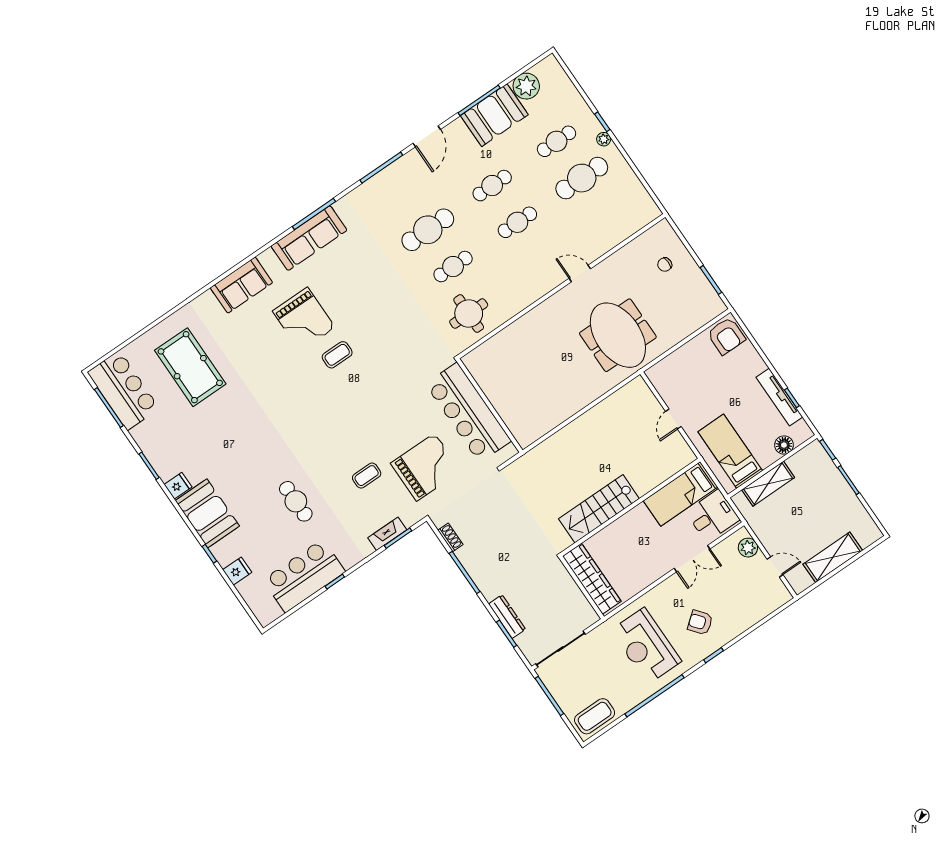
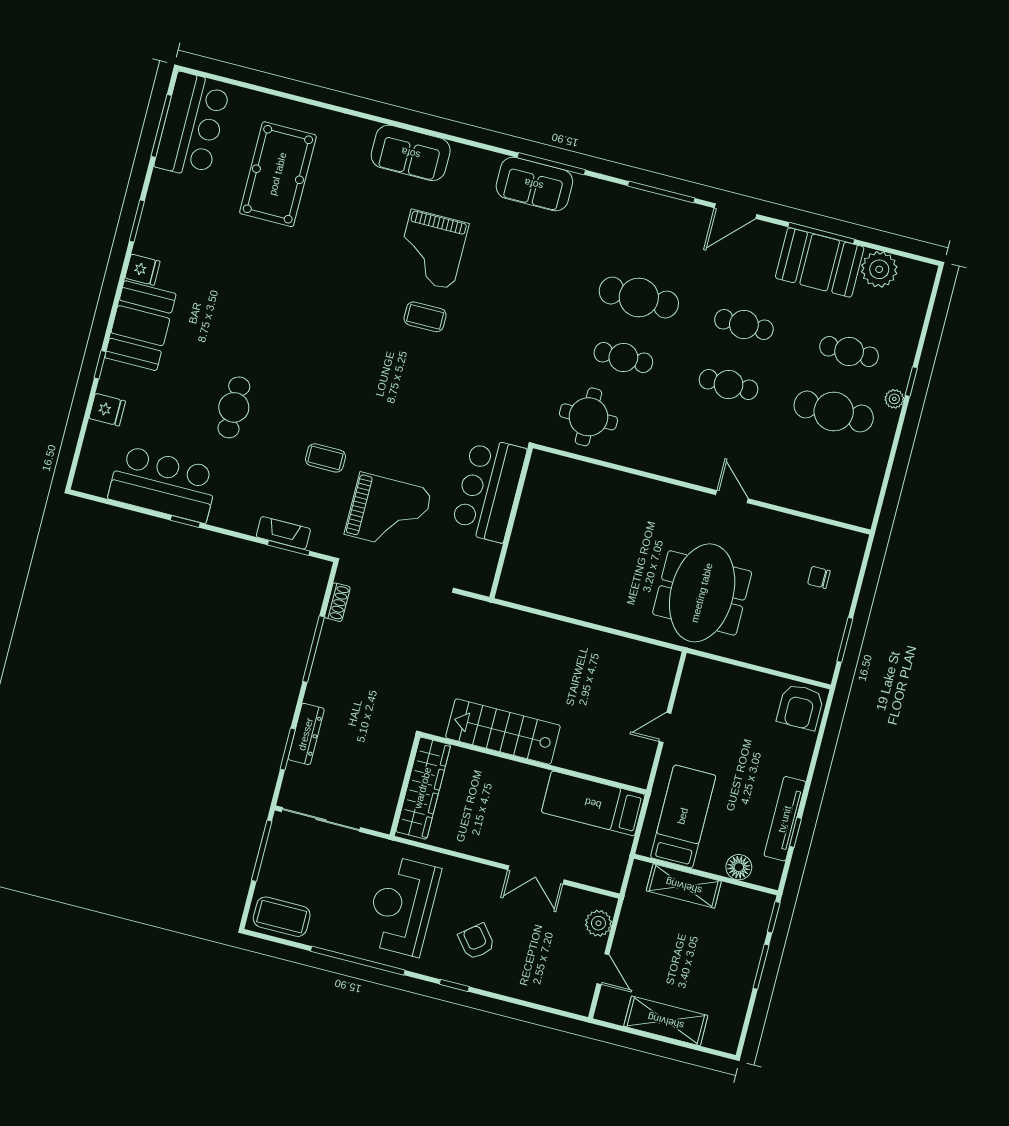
sofa: (309, 238) -> (534, 184), width x0.73
bar counter: (468, 413) -> (489, 490), width x0.73
desk: (713, 516) -> (600, 857), removed

